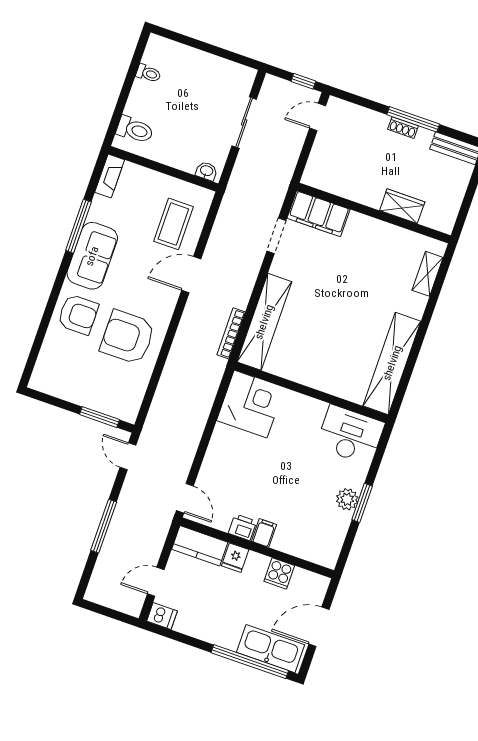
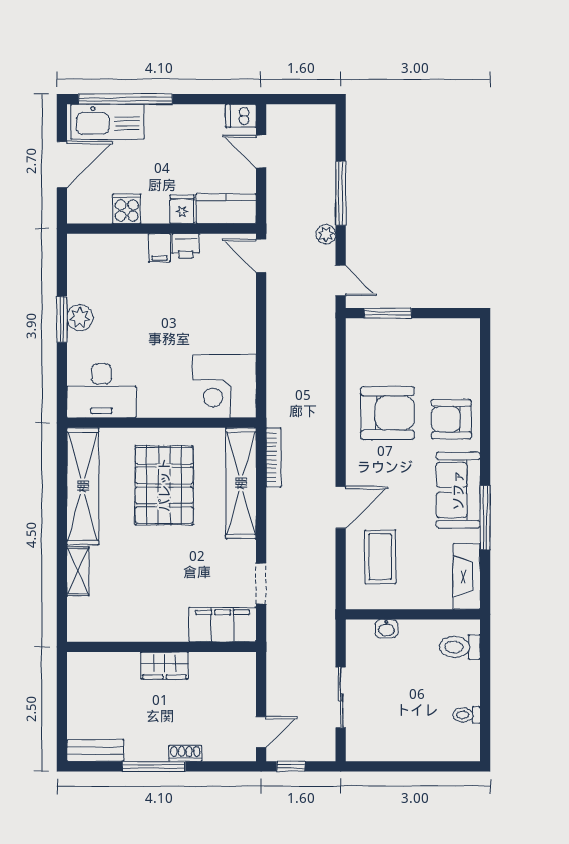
shoe rack: (403, 128) -> (185, 753), moved
washbasin: (206, 171) -> (386, 629), moved
fireplace: (110, 176) -> (467, 577), width x1.37, depth x1.32
wardrobe: (402, 206) -> (165, 665), moved
shelving: (428, 274) -> (78, 571), moved
pallet: (326, 342) -> (164, 485), added
plant: (127, 497) -> (326, 234), added
door: (156, 582) -> (261, 152), swing flipped

